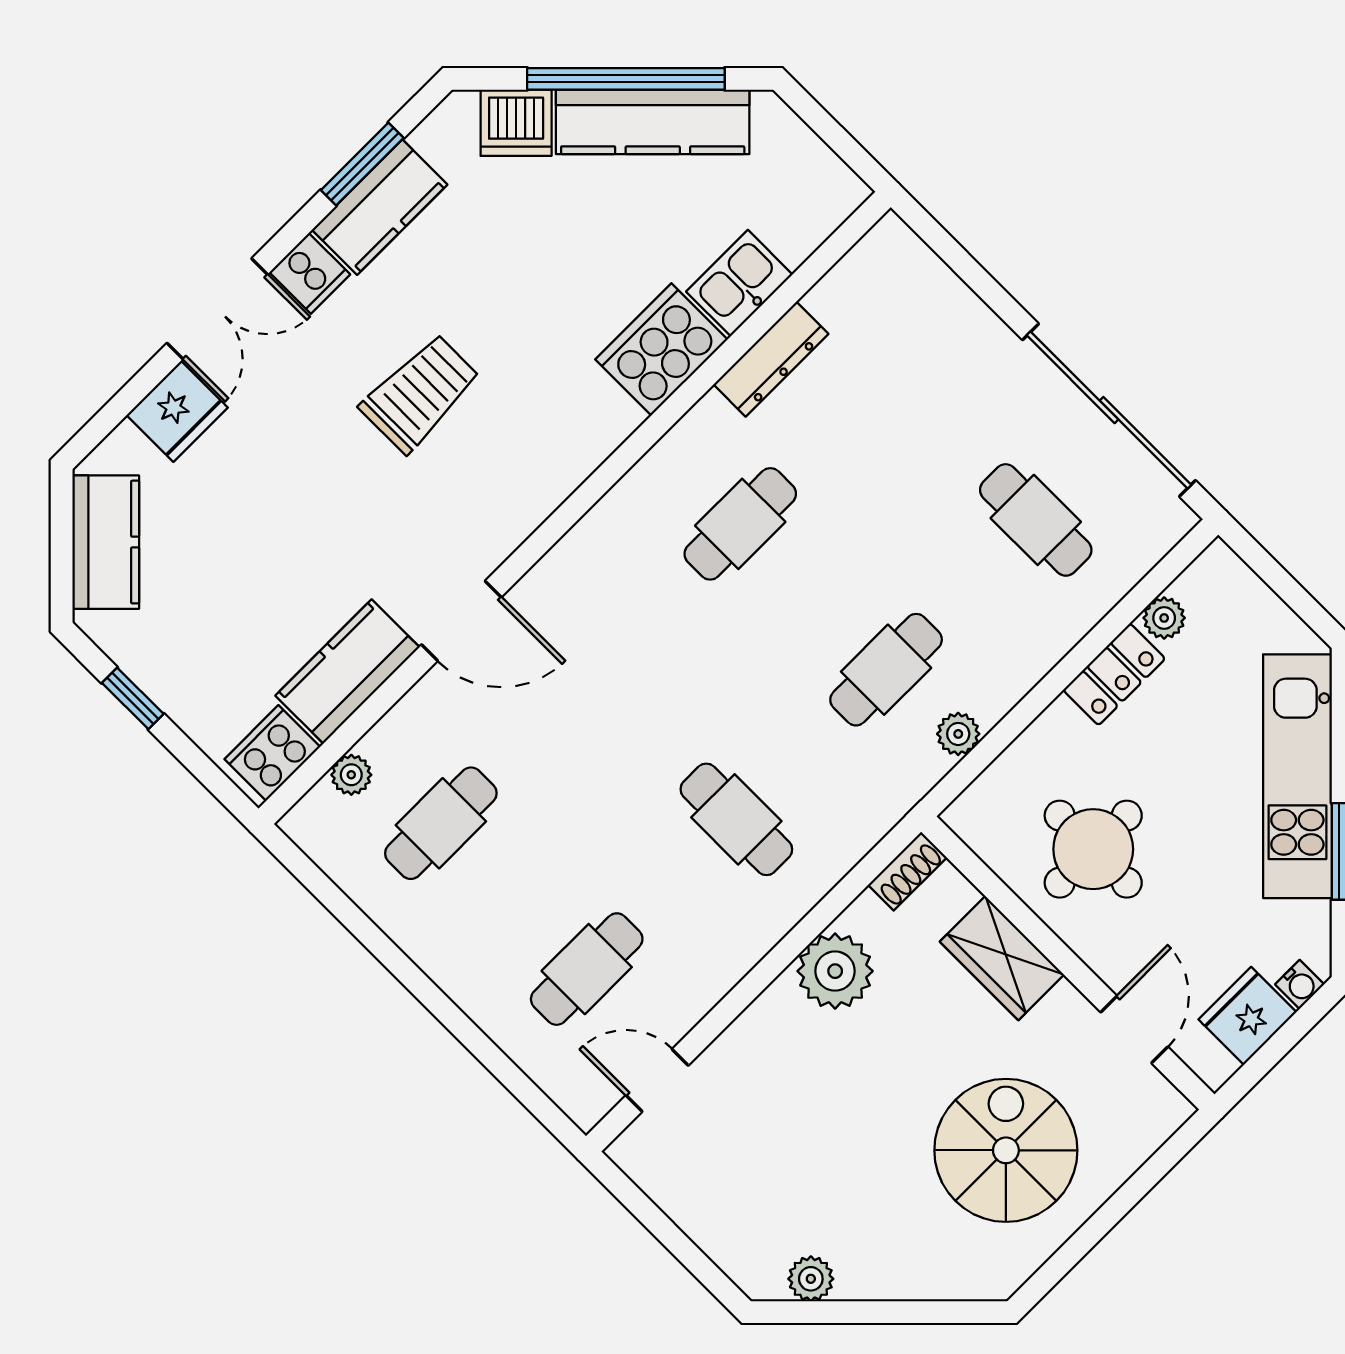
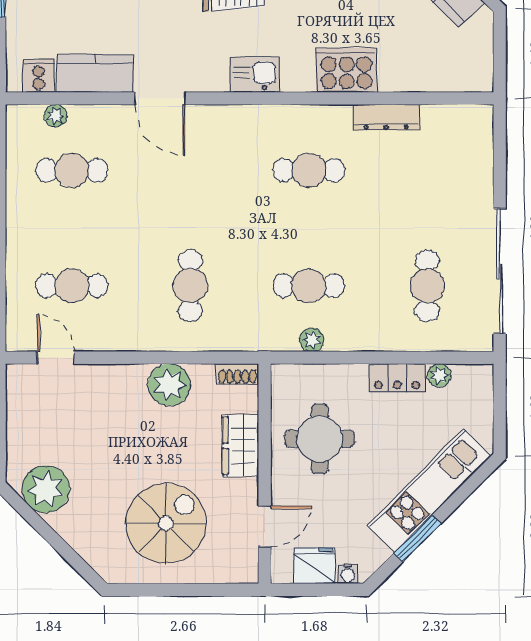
kitchen sink: (739, 283) -> (255, 75), moved
cooker: (272, 753) -> (39, 76), width x0.73
plant: (811, 1279) -> (46, 489), width x1.87, depth x1.87

